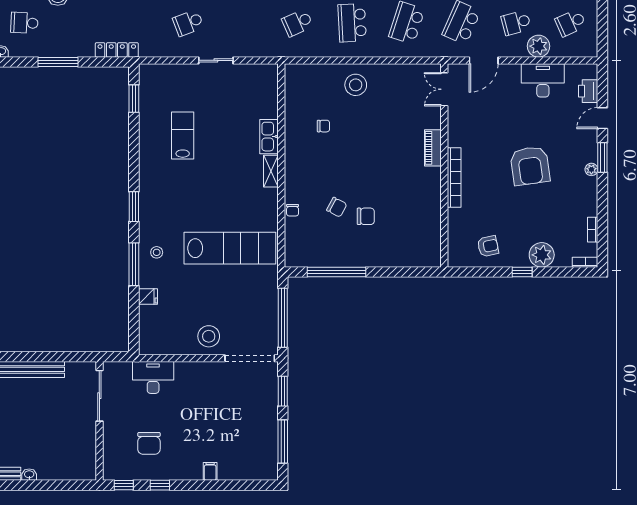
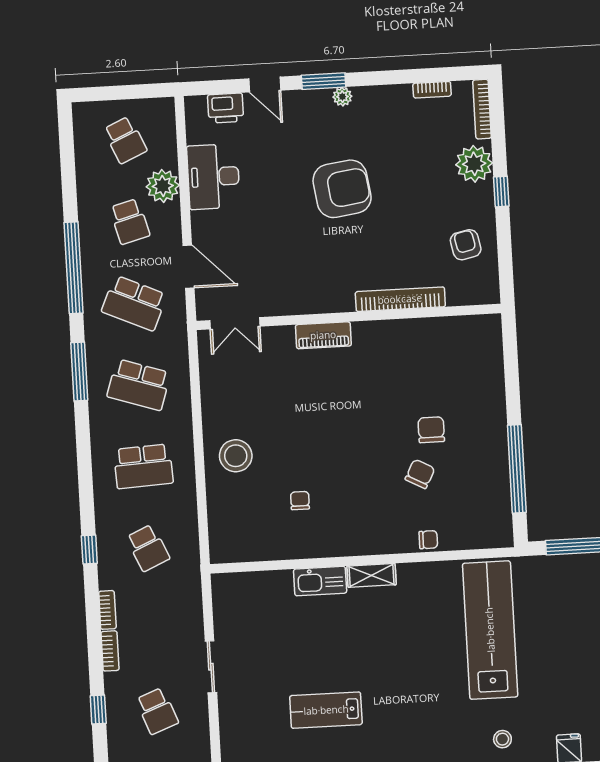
bookcase: (454, 177) -> (400, 299), moved
bookcase: (585, 262) -> (482, 109), width x1.56

